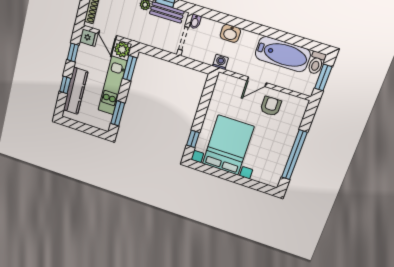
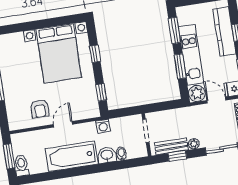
bidet: (195, 22) -> (121, 154), moved
bathtub: (283, 54) -> (72, 156), moved
window: (130, 68) -> (180, 66), moved
window: (207, 93) -> (101, 92), added
window: (193, 139) -> (95, 54), moved

